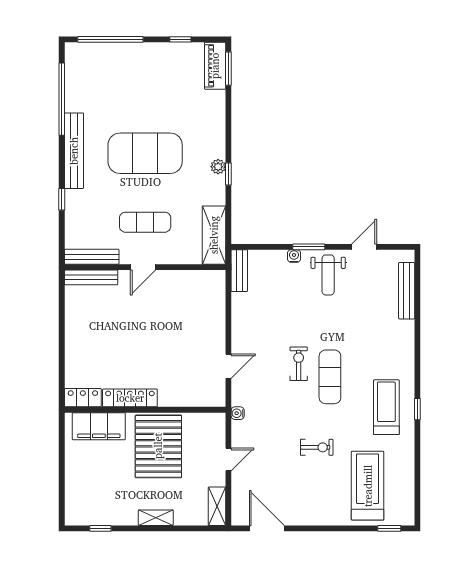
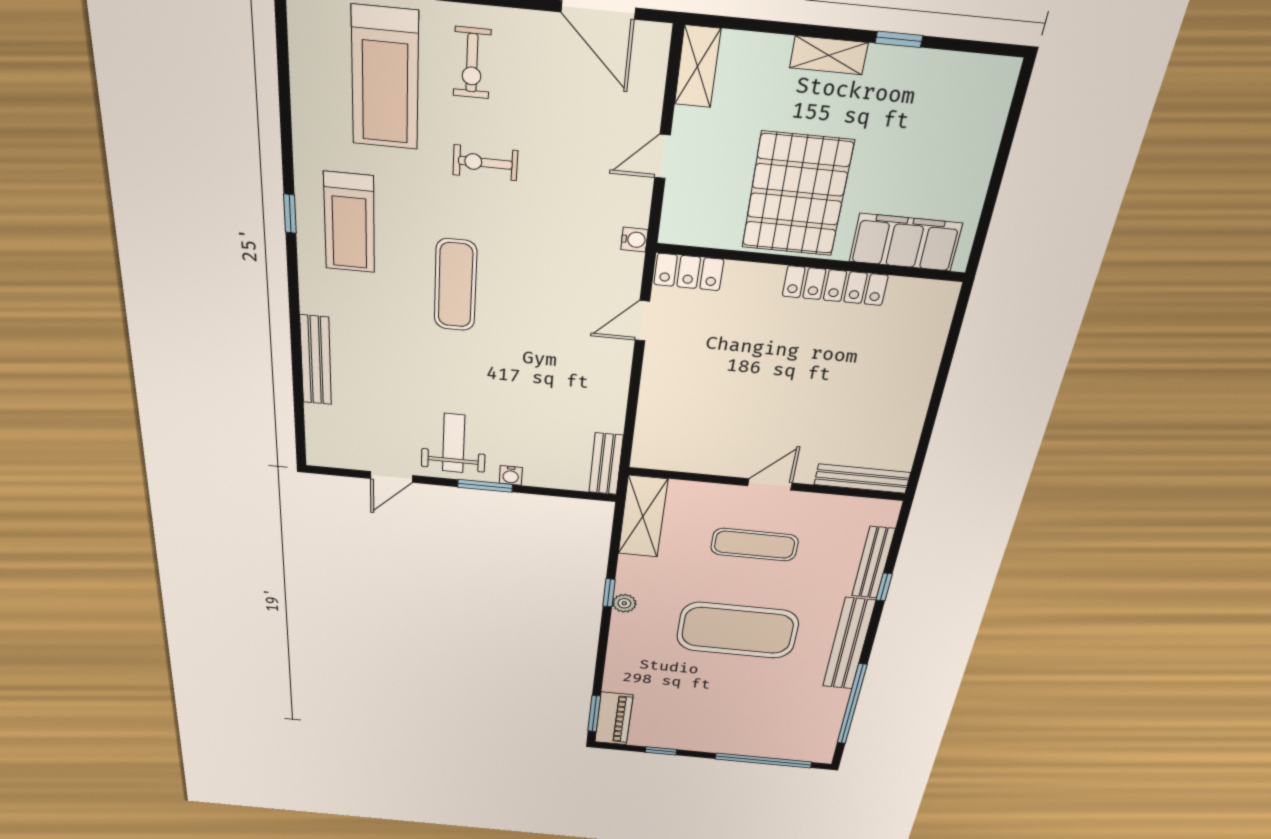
bench: (92, 257) -> (873, 563), moved, turned 90
bench: (407, 291) -> (316, 360), moved
exercise bike: (299, 364) -> (472, 63), moved
locker: (83, 398) -> (689, 272), moved
window: (100, 528) -> (899, 39), moved

